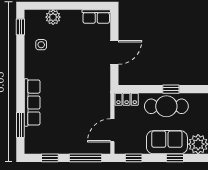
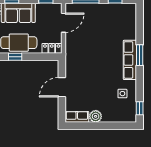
plant: (53, 17) -> (96, 116), moved
row of seats: (32, 103) -> (130, 60), moved
window: (20, 125) -> (140, 55), moved

